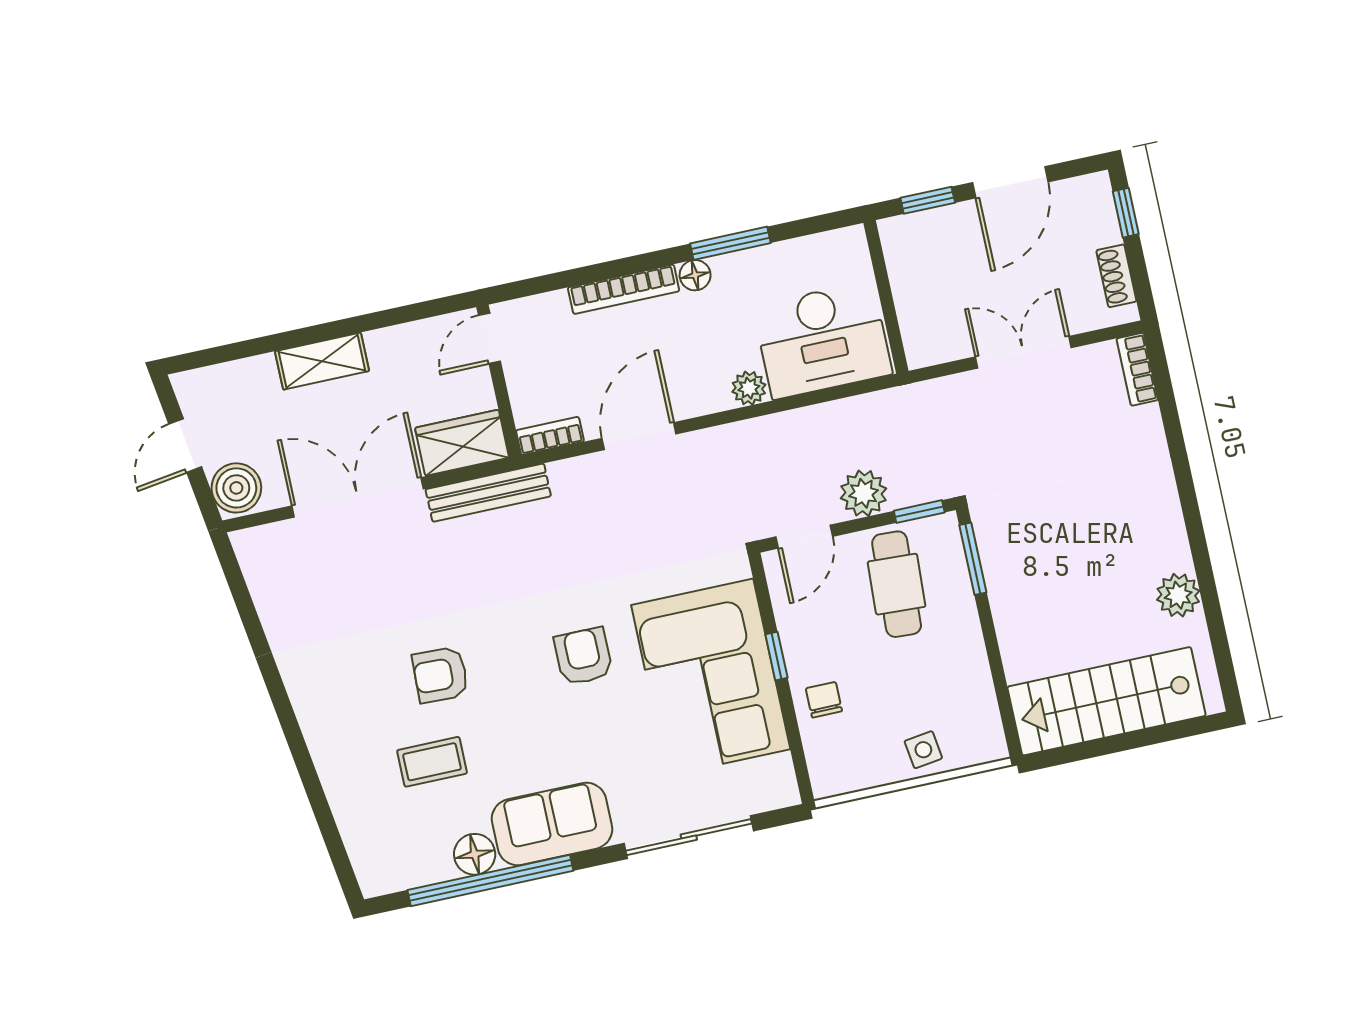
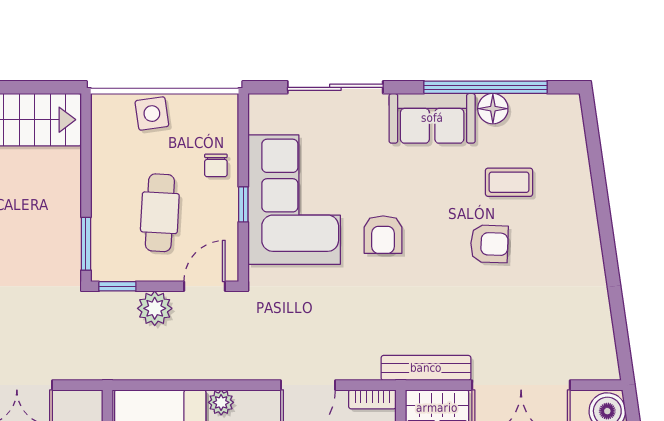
cafe table: (897, 584) -> (160, 213), moved
side table: (923, 750) -> (152, 114), width x1.37, depth x1.37

